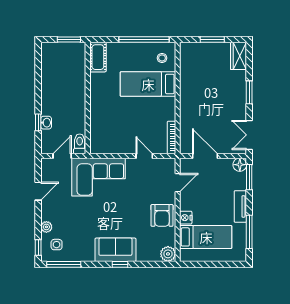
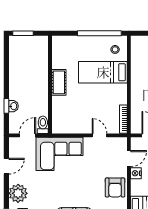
window: (69, 39) -> (23, 33), moved
cot: (98, 57) -> (59, 82), moved
nightstand: (186, 218) -> (136, 173), moved
plant: (46, 227) -> (18, 193), width x1.88, depth x1.88

